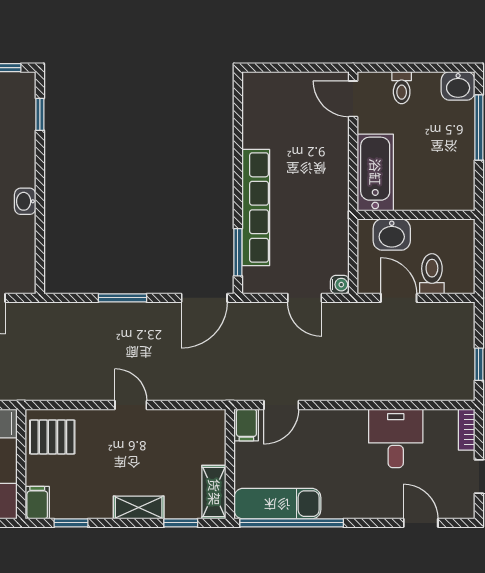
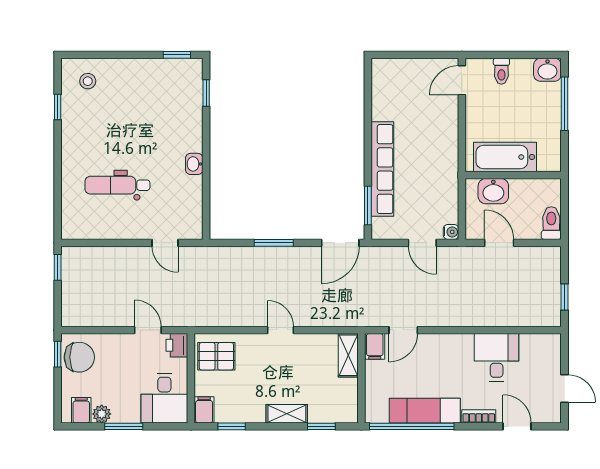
door: (353, 99) -> (462, 80), hinge flipped
bathtub: (375, 172) -> (505, 157), moved, turned -90
toilet: (432, 274) -> (551, 223), moved
bookcase: (467, 430) -> (479, 416), moved, turned 90
shelving: (214, 492) -> (348, 355), moved
exam couch: (277, 504) -> (425, 411), moved

